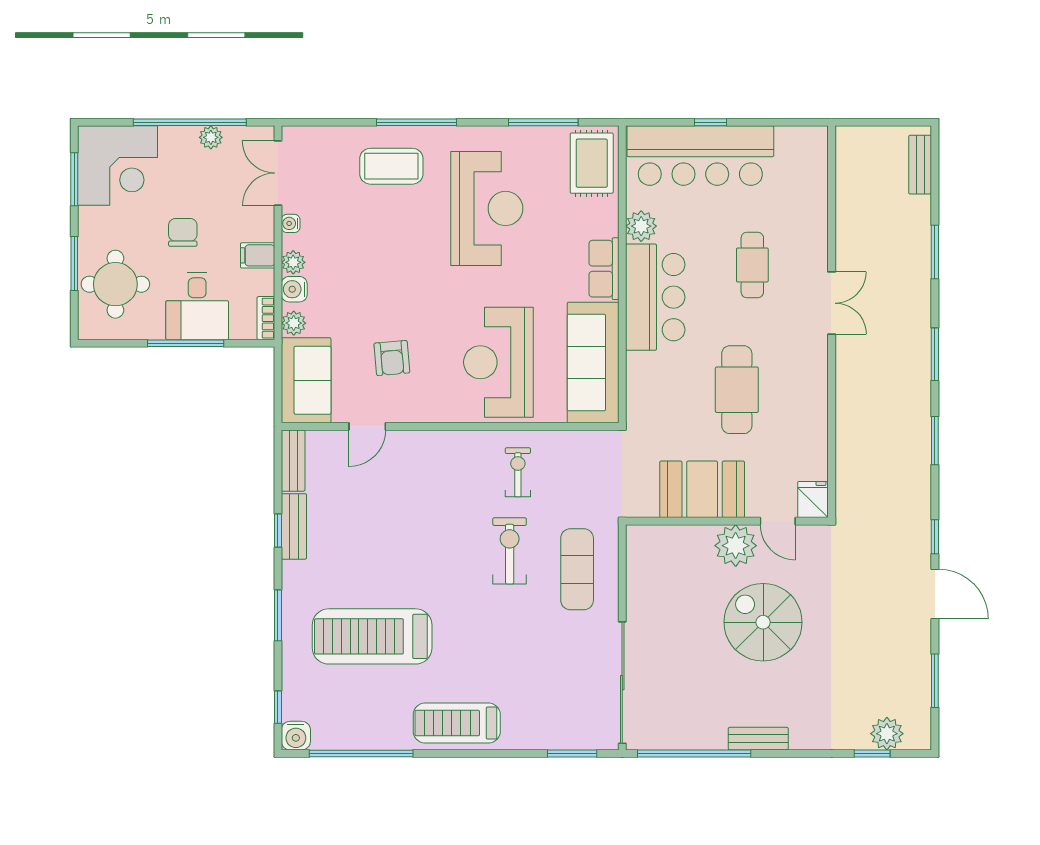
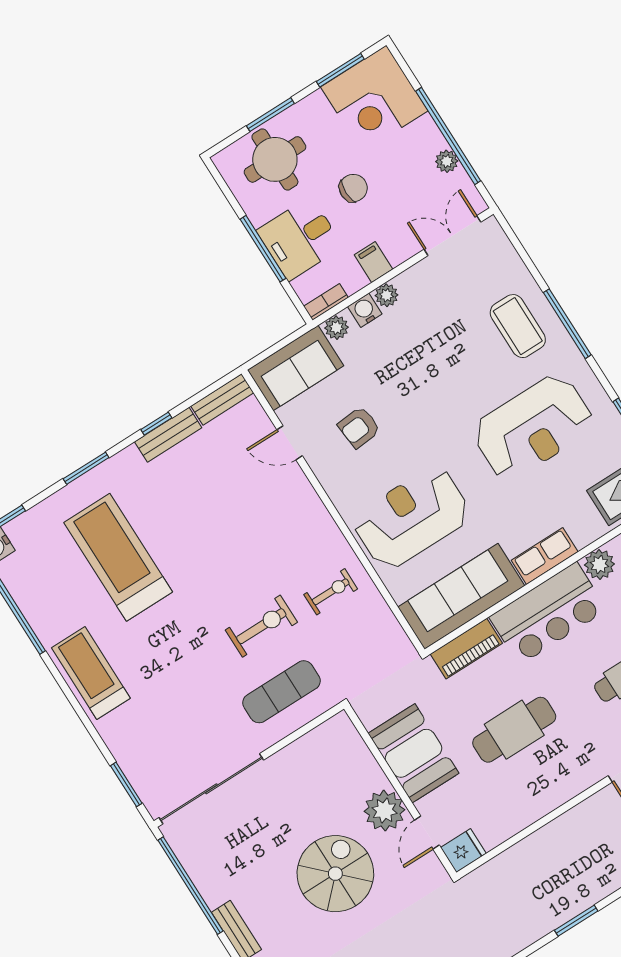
water cooler: (291, 223) -> (417, 273), removed
piano: (641, 387) -> (466, 649), added

